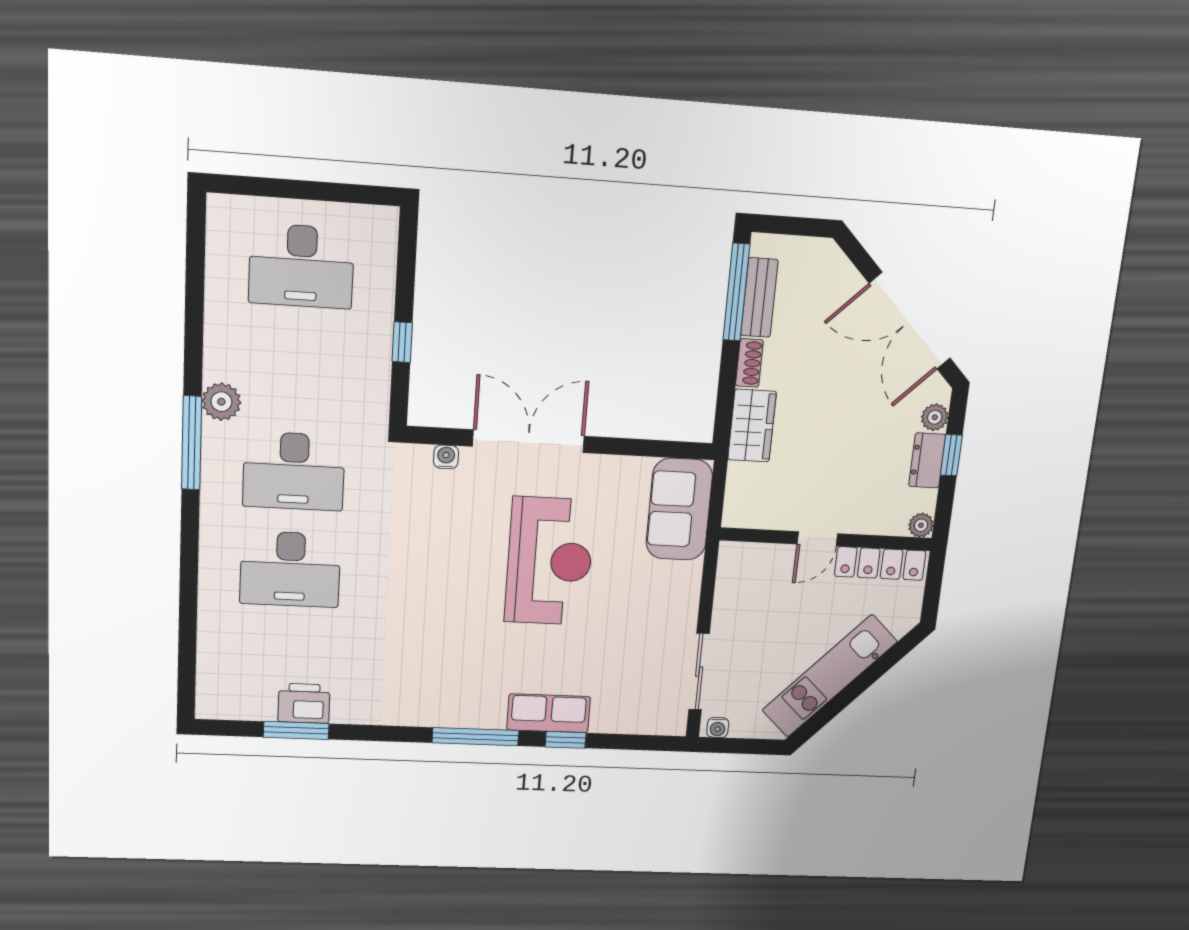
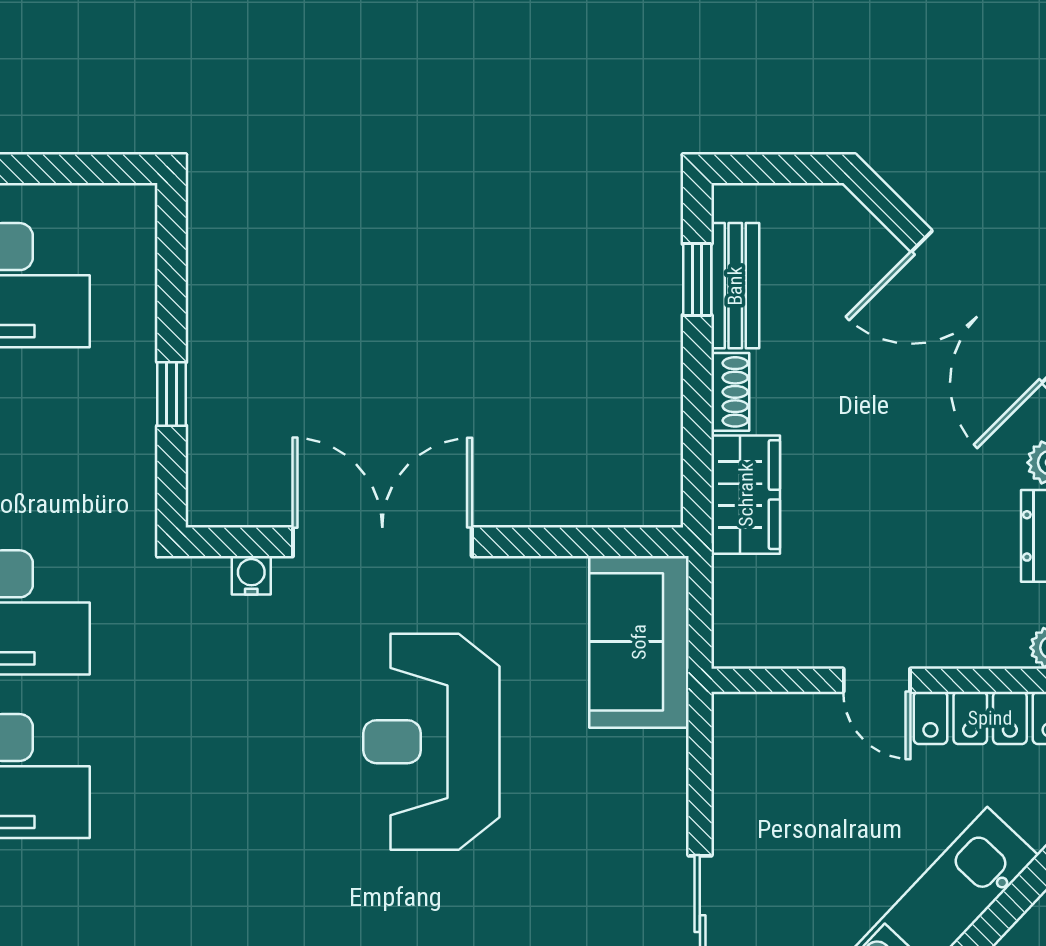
window: (736, 292) -> (697, 280), width x0.46
door: (817, 539) -> (877, 680), hinge flipped
reception desk: (550, 561) -> (431, 742), turned 180

